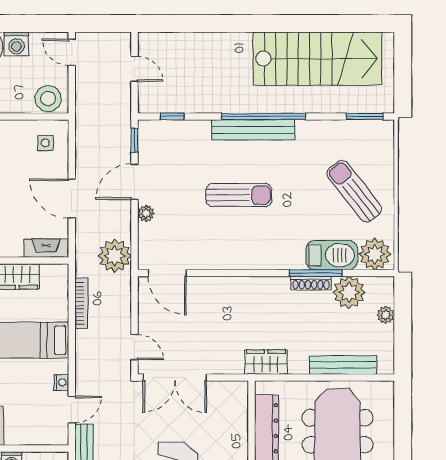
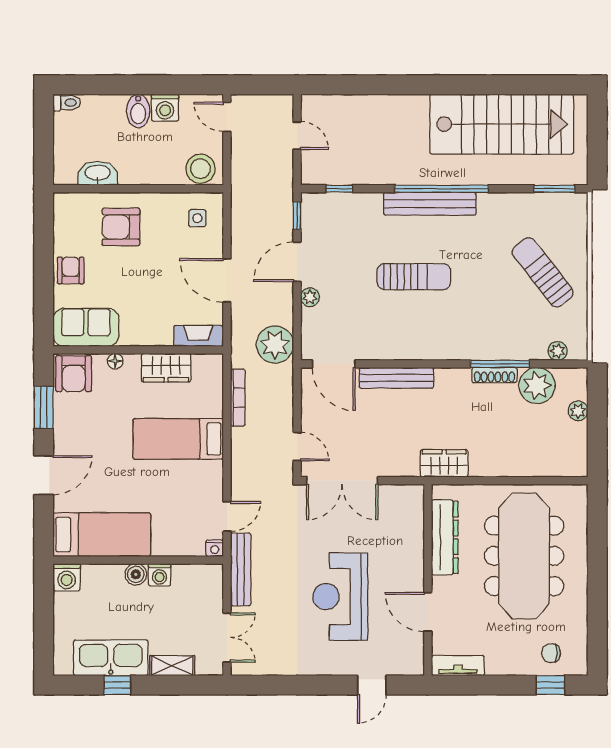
plant: (375, 254) -> (558, 351), width x0.53, depth x0.53
barbecue: (332, 255) -> (518, 344), removed
bench: (343, 365) -> (396, 378), moved
nightstand: (61, 382) -> (215, 548), moved, turned 90

